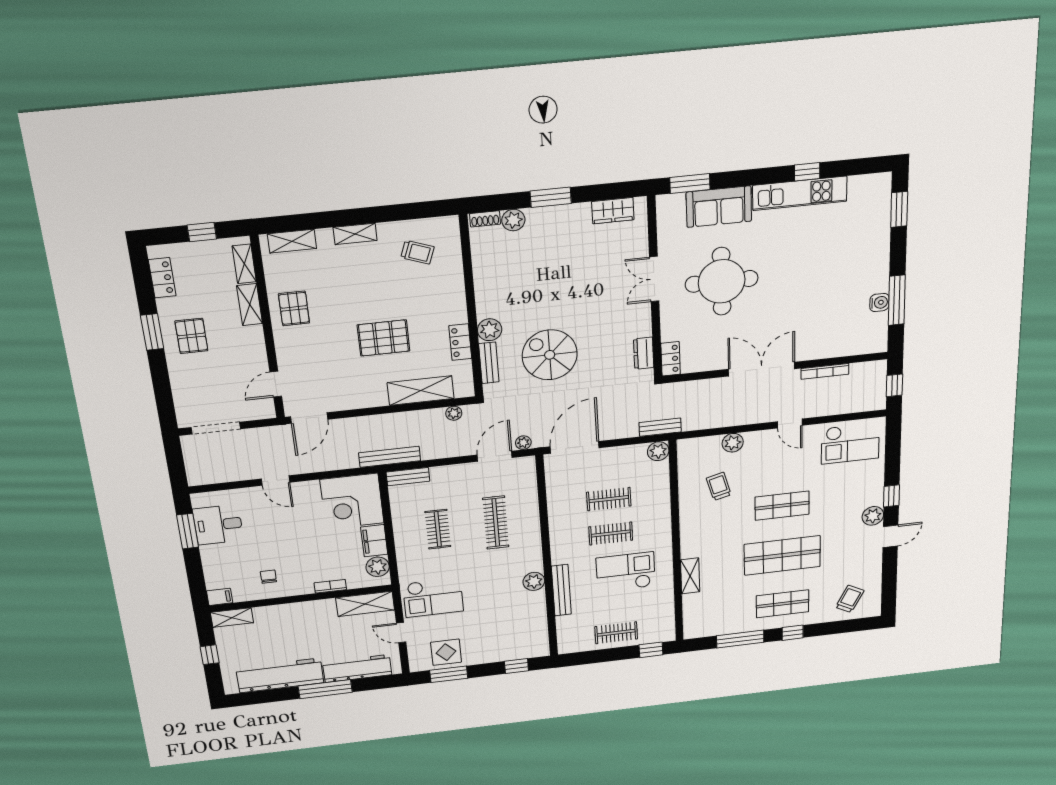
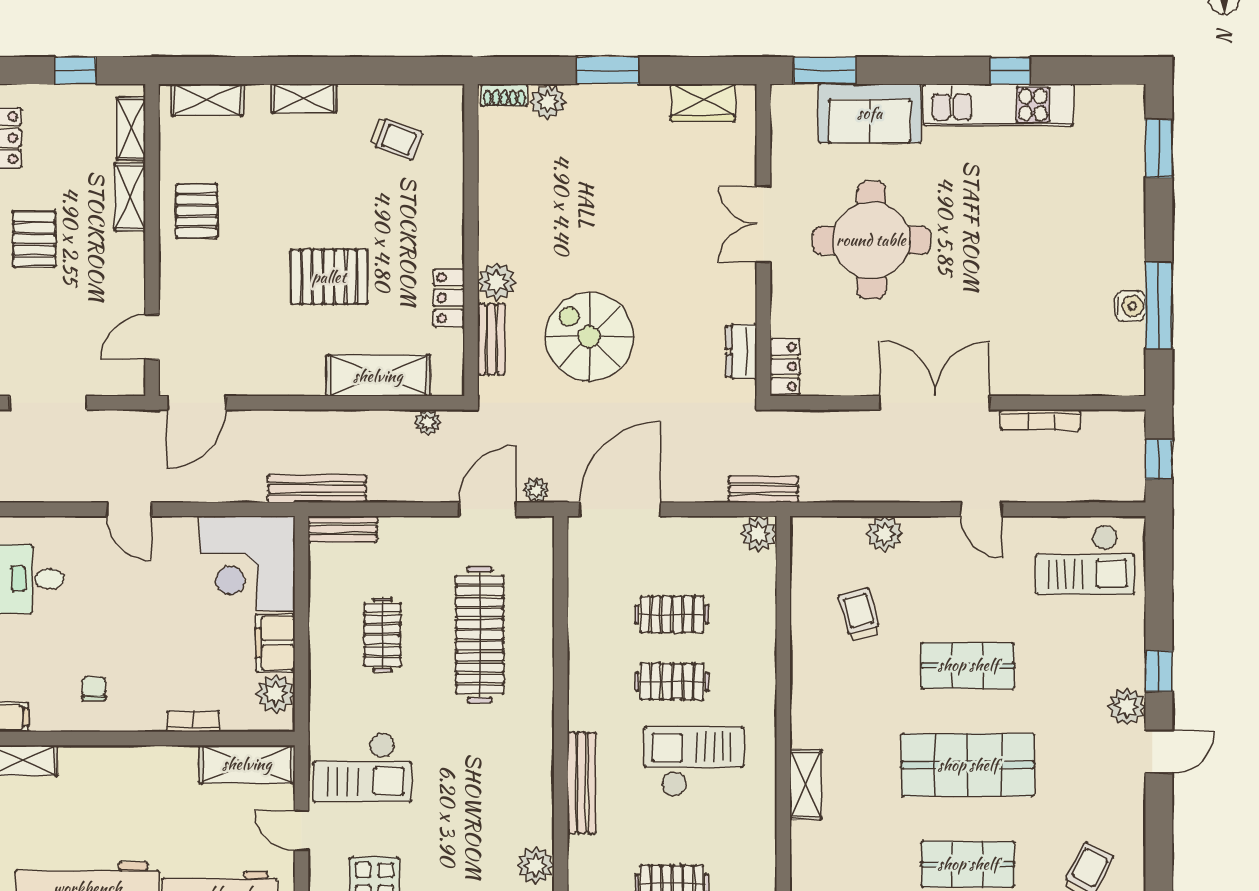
clothes rail: (496, 523) -> (480, 635), width x1.37, depth x1.31
plant: (534, 581) -> (536, 865), moved

